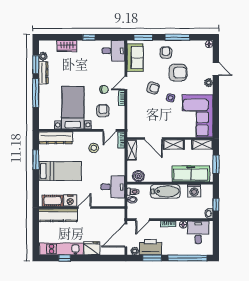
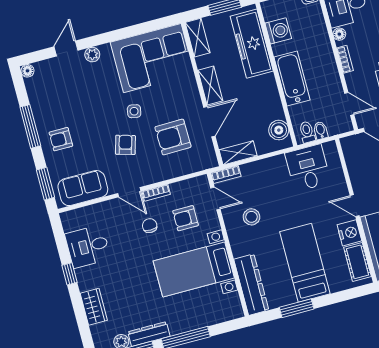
desk: (113, 51) -> (88, 246), moved, turned -90
armchair: (178, 73) -> (173, 137), moved, turned -91

